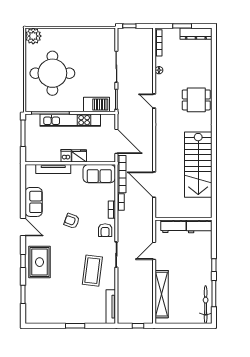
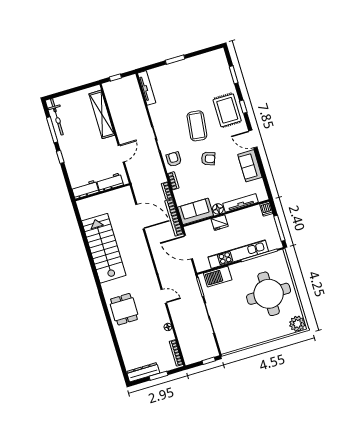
dining table: (196, 100) -> (124, 309), turned 90
dishwasher: (66, 156) -> (266, 209), moved
floor lamp: (77, 170) -> (218, 209), added
coffee table: (92, 271) -> (197, 126), moved

